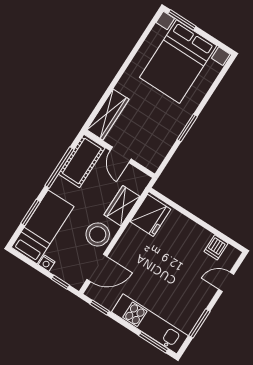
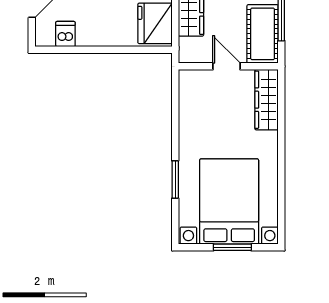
window: (182, 20) -> (232, 247), moved
window: (187, 128) -> (175, 180), moved

